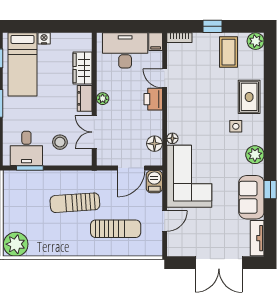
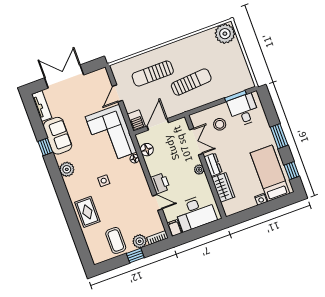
plant: (256, 41) -> (140, 241), moved
side table: (236, 126) -> (104, 181), moved

